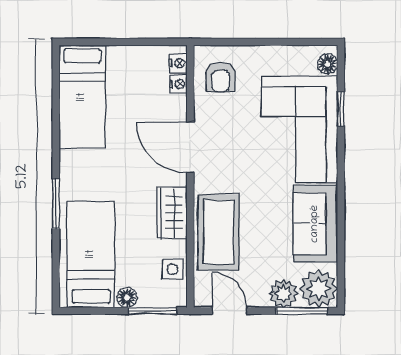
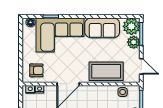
wardrobe: (172, 213) -> (97, 92), removed
door: (230, 311) -> (141, 66), swing flipped

